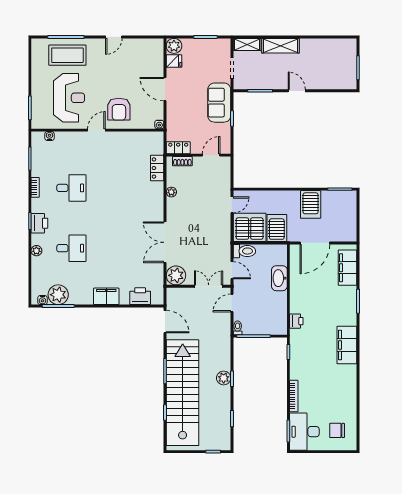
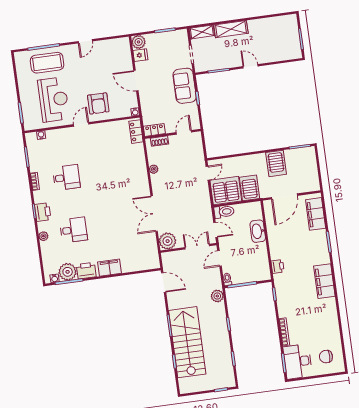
locker: (157, 168) -> (136, 132), moved
printer: (140, 296) -> (86, 271), moved
plant: (224, 378) -> (217, 296), moved
stairs: (183, 393) -> (187, 342), width x0.73

